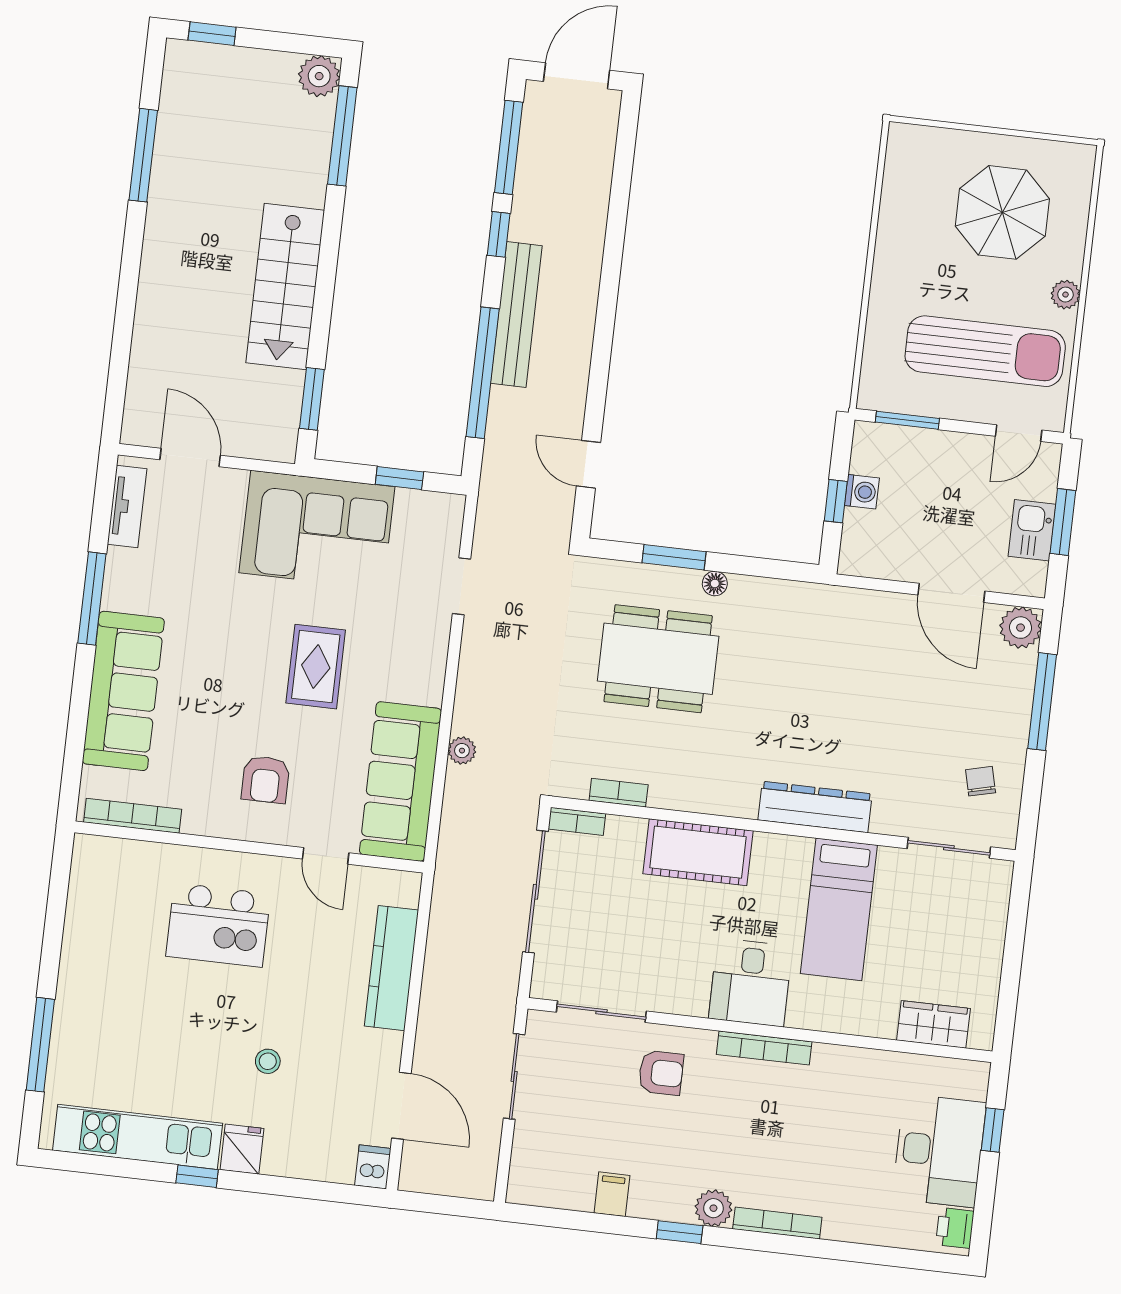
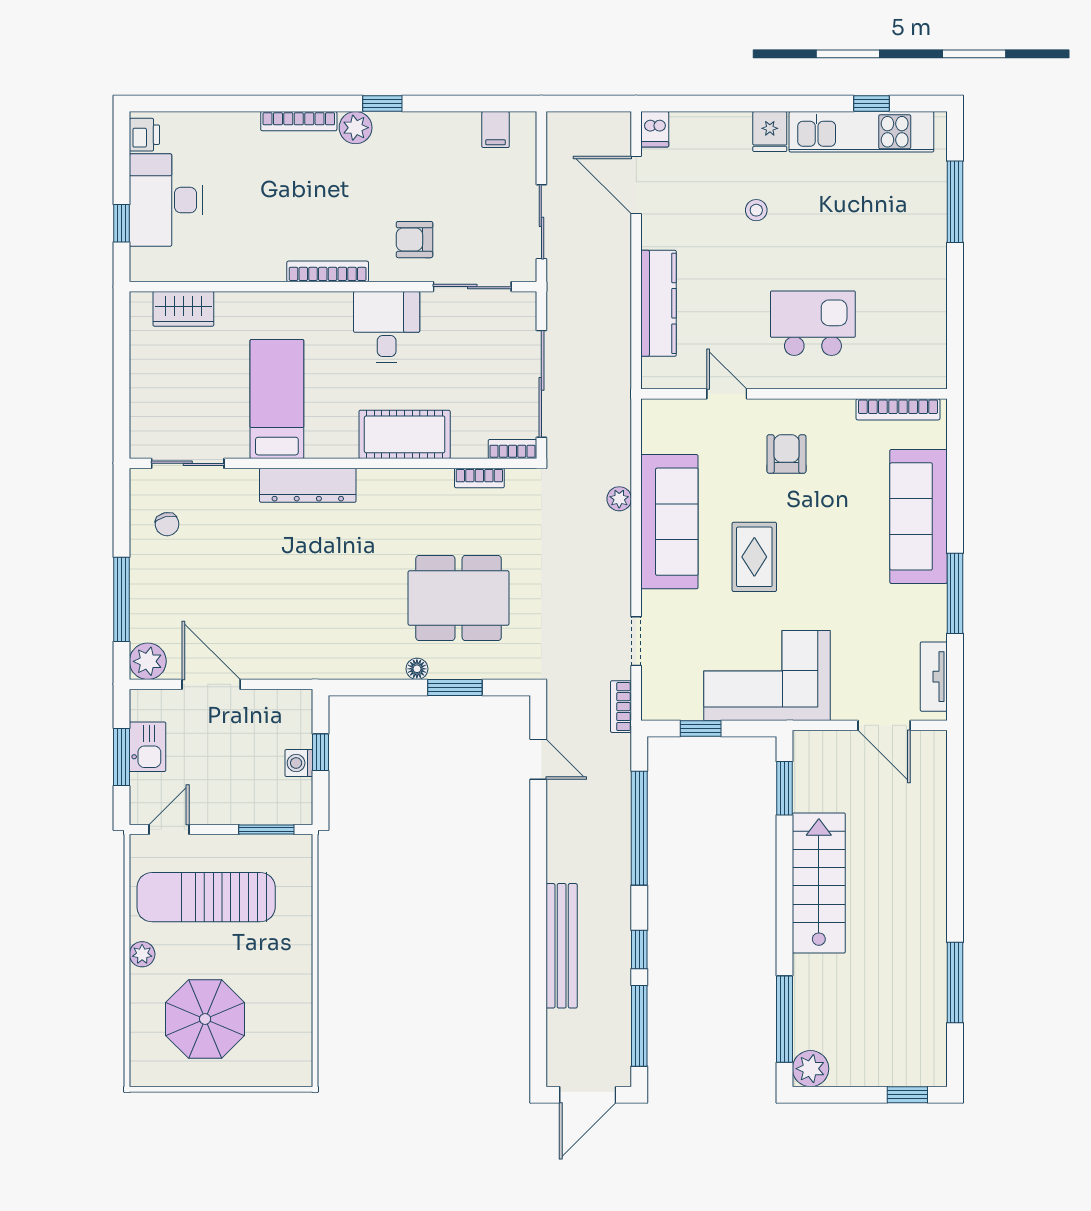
bench: (516, 315) -> (562, 946), moved
bookcase: (487, 514) -> (621, 707), added
sofa: (400, 781) -> (669, 522), moved
desk: (750, 982) -> (387, 327), moved
window: (197, 1176) -> (872, 103), moved
filing cabinet: (612, 1194) -> (496, 130), moved

